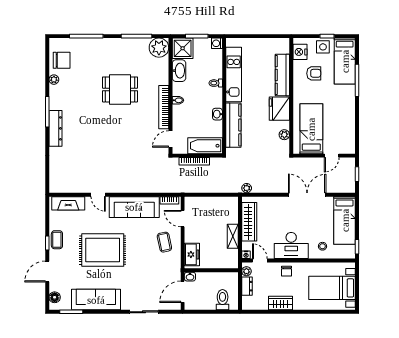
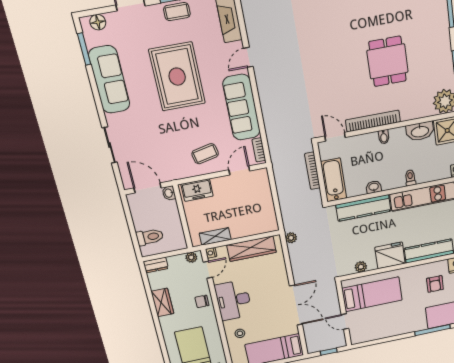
shelving: (233, 236) -> (215, 236), moved
dresser: (247, 286) -> (156, 265), moved

